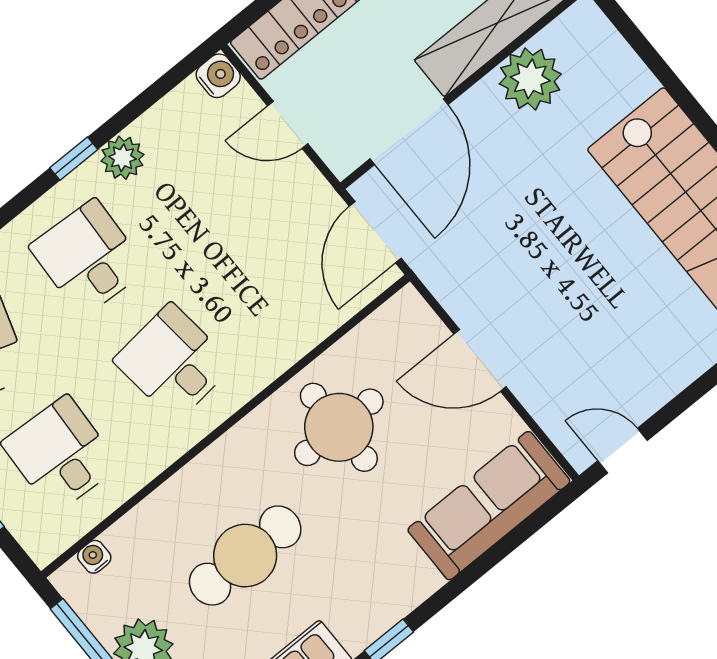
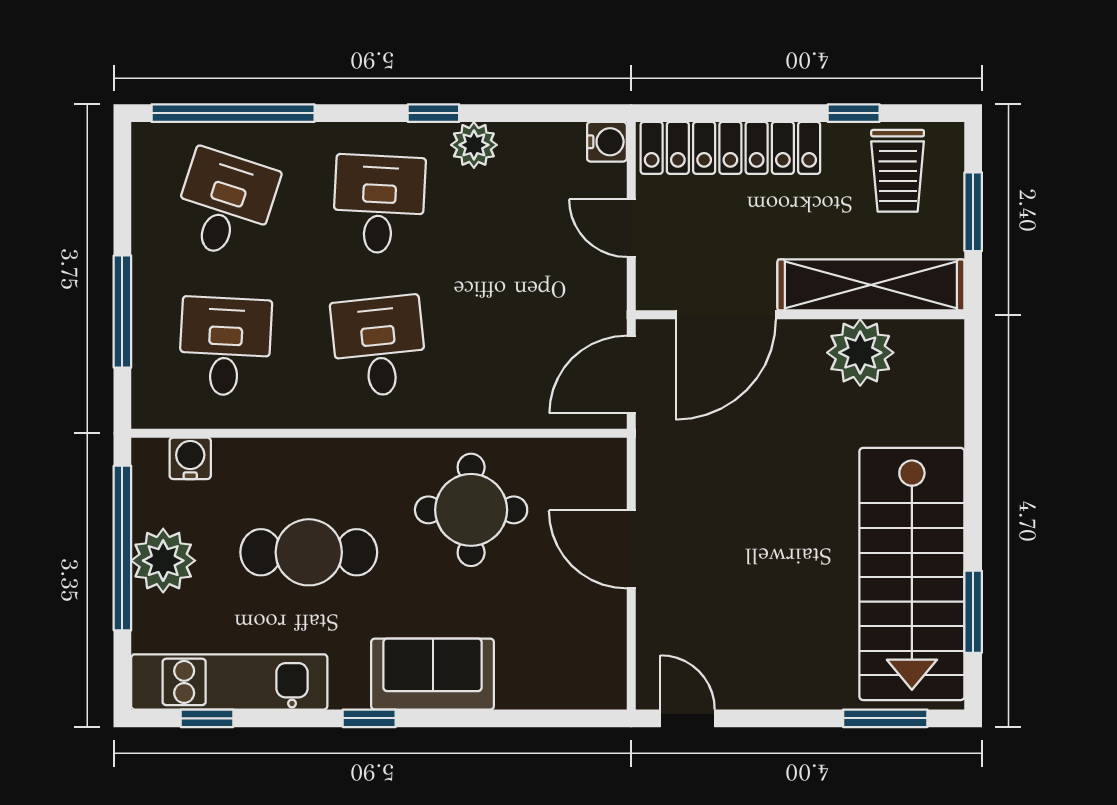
sofa: (489, 506) -> (433, 674), moved, width x0.73
water cooler: (94, 557) -> (190, 458), width x1.38, depth x1.38

